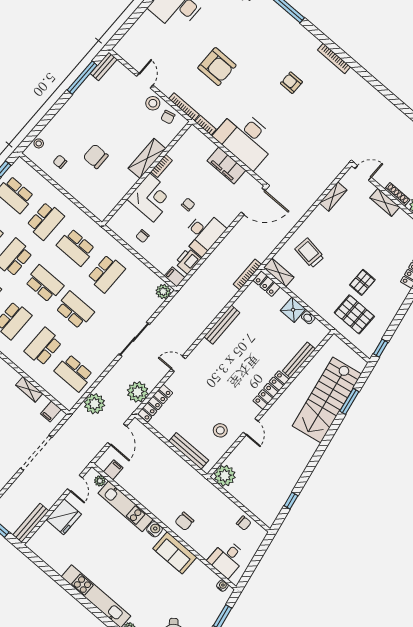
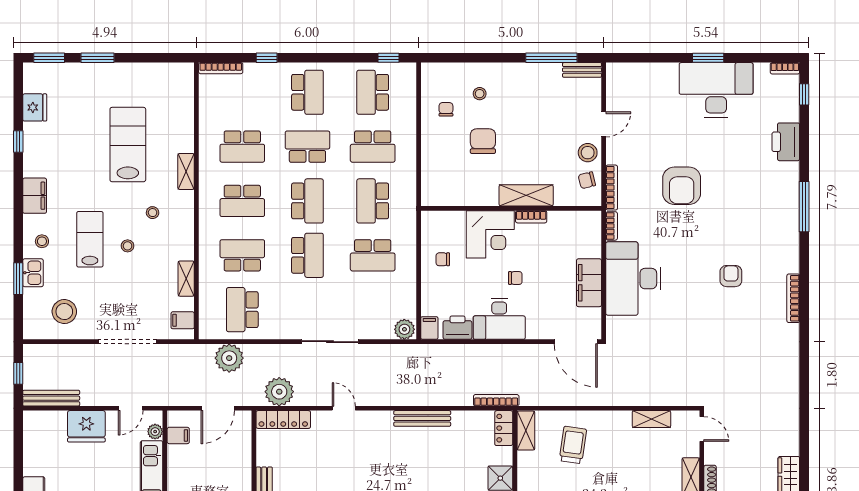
stool: (39, 143) -> (480, 94), moved

